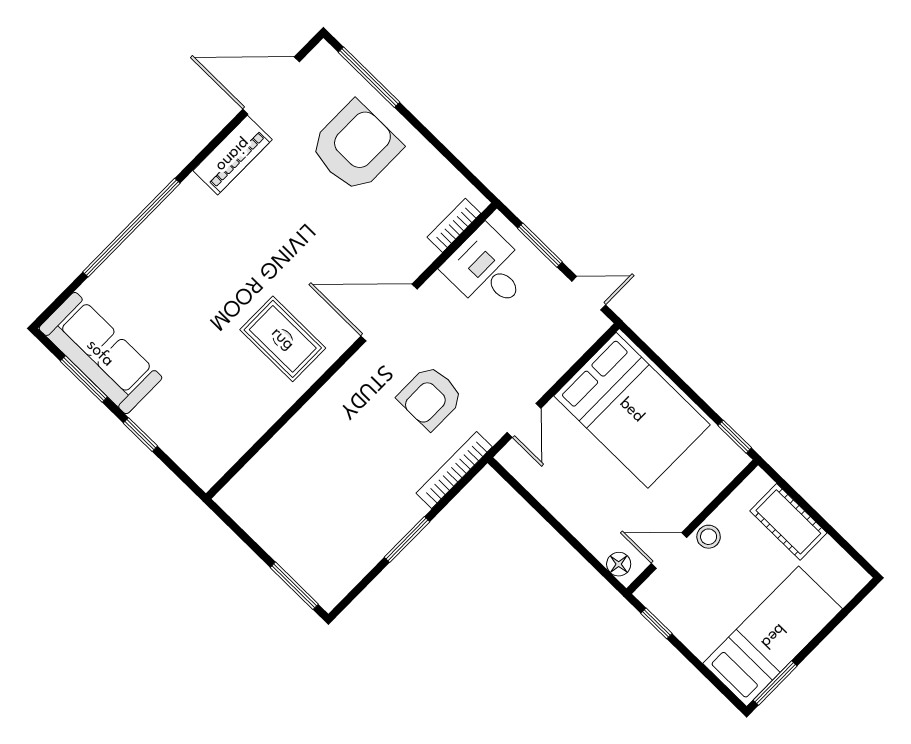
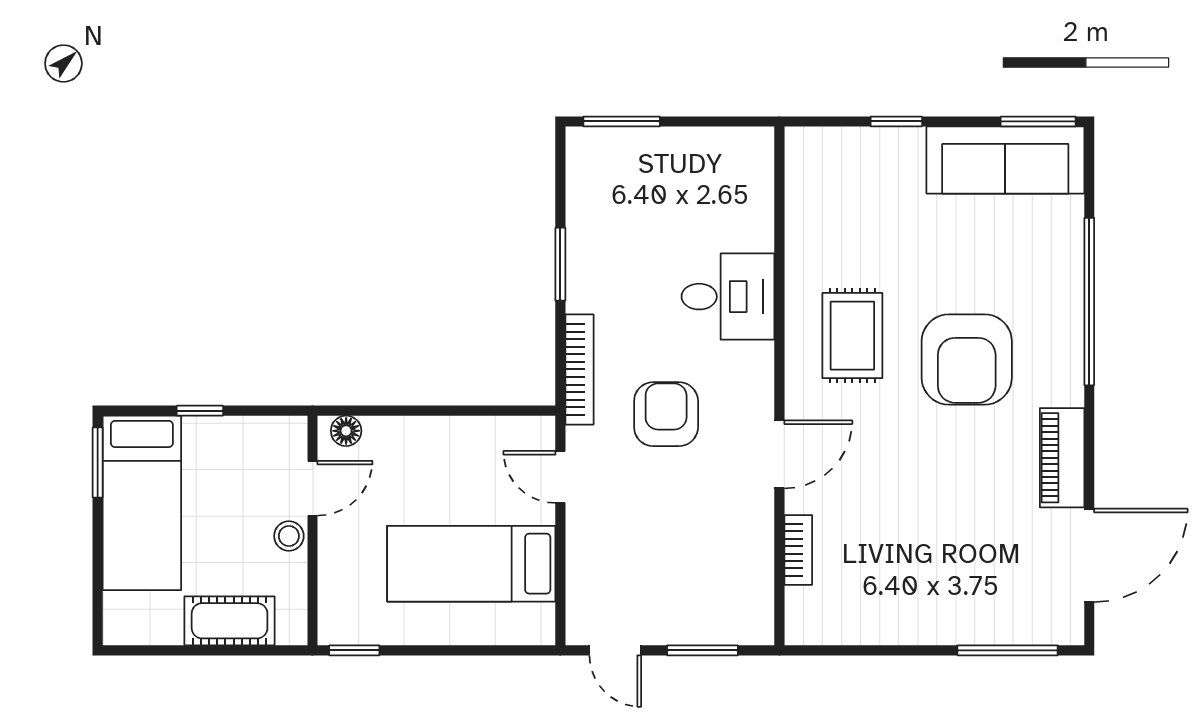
armchair: (356, 147) -> (967, 360), moved
bookcase: (454, 225) -> (798, 550), moved
desk: (487, 270) -> (728, 297), moved
door: (589, 293) -> (615, 650), hinge flipped
door: (389, 313) -> (779, 454), width x0.73
rug: (283, 339) -> (852, 336), turned 90
window: (84, 379) -> (1038, 121), moved
bed: (632, 410) -> (471, 564), width x0.67
window: (656, 623) -> (200, 411), moved

